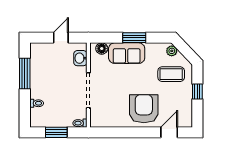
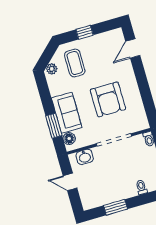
window: (134, 38) -> (54, 126), moved
window: (25, 74) -> (115, 207), width x0.69
armchair: (144, 109) -> (108, 99), moved, turned -90
door: (169, 132) -> (133, 48), hinge flipped

